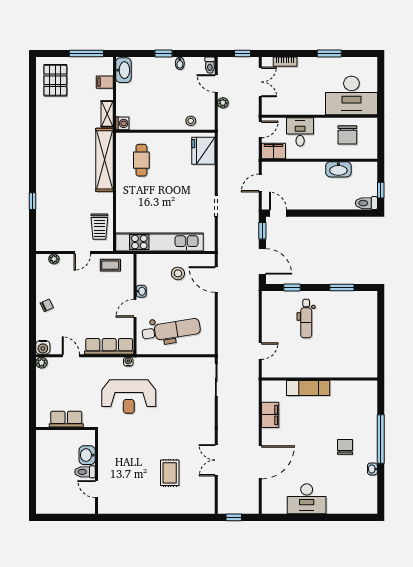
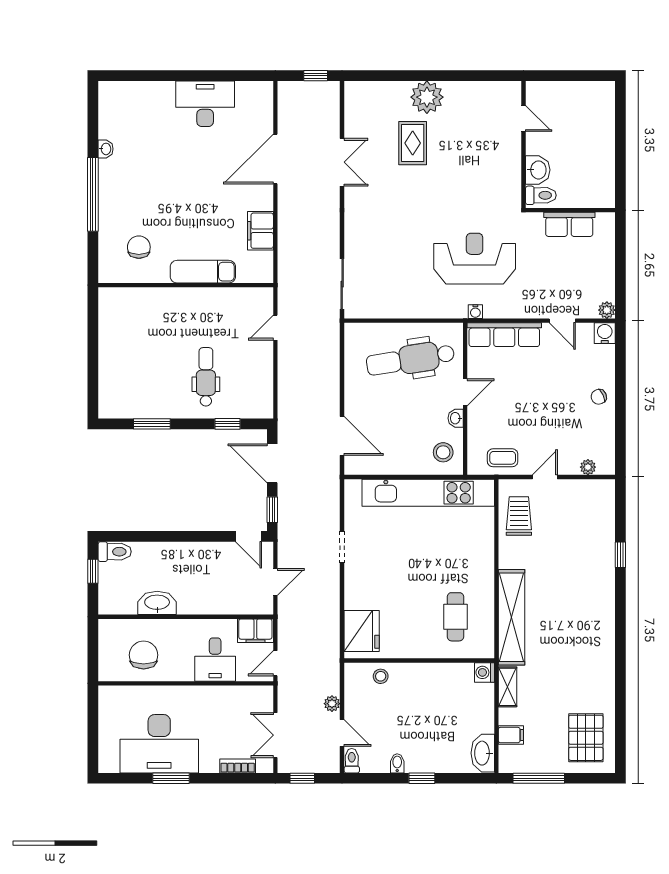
desk: (351, 95) -> (159, 744), moved, turned 180
stool: (178, 273) -> (443, 452), moved
chair: (345, 447) -> (139, 247), moved, turned 180
toilet: (85, 472) -> (541, 195), moved
plant: (160, 503) -> (427, 97), added

